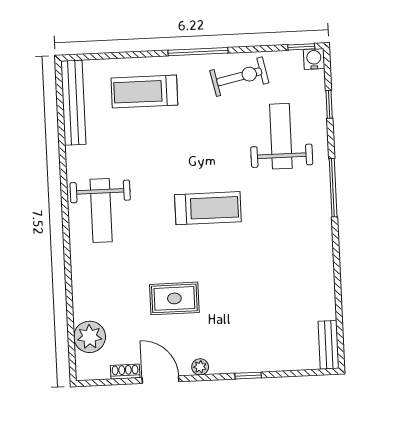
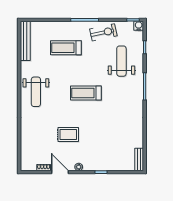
treadmill: (144, 92) -> (66, 48), moved
treadmill: (208, 208) -> (86, 93), turned 180
plant: (90, 337) -> (28, 151), removed

